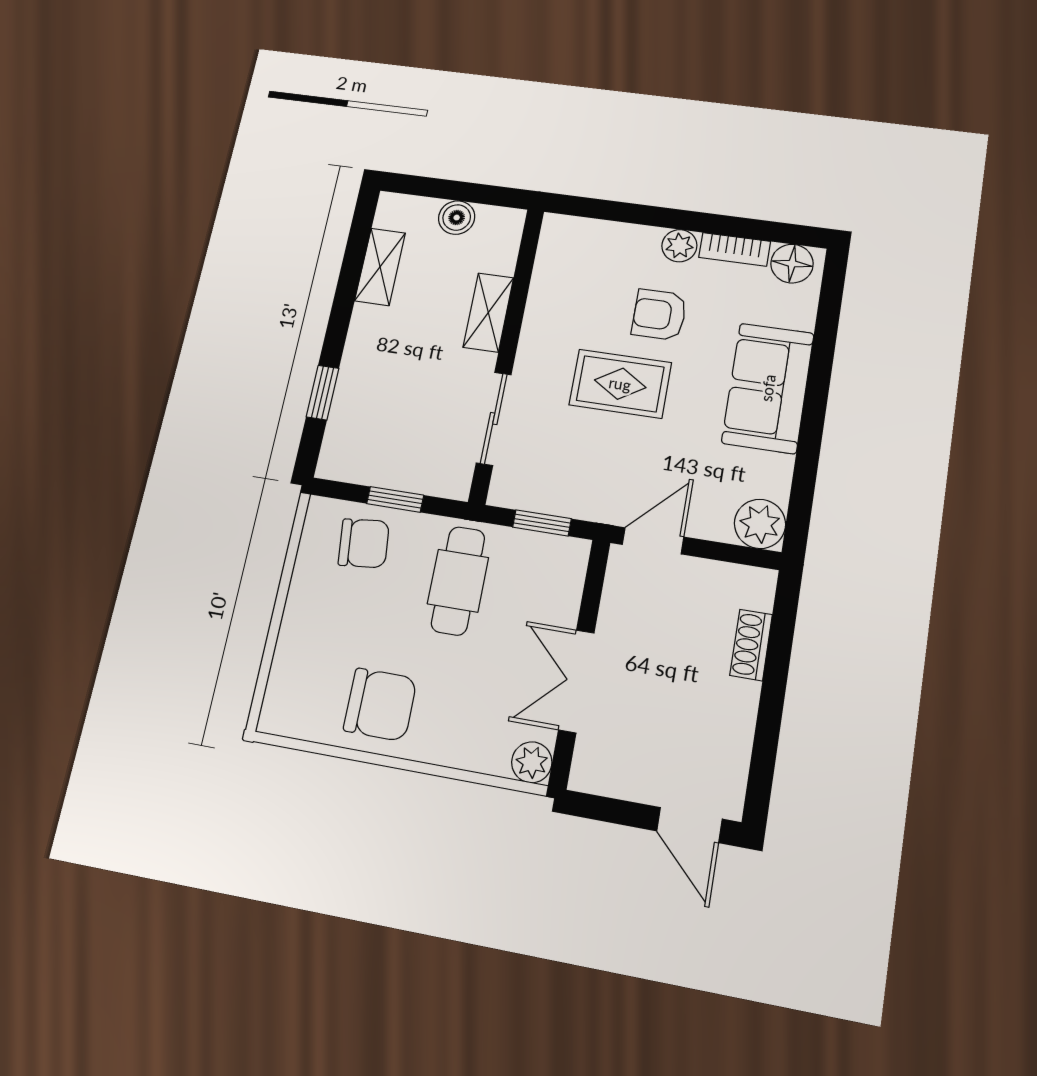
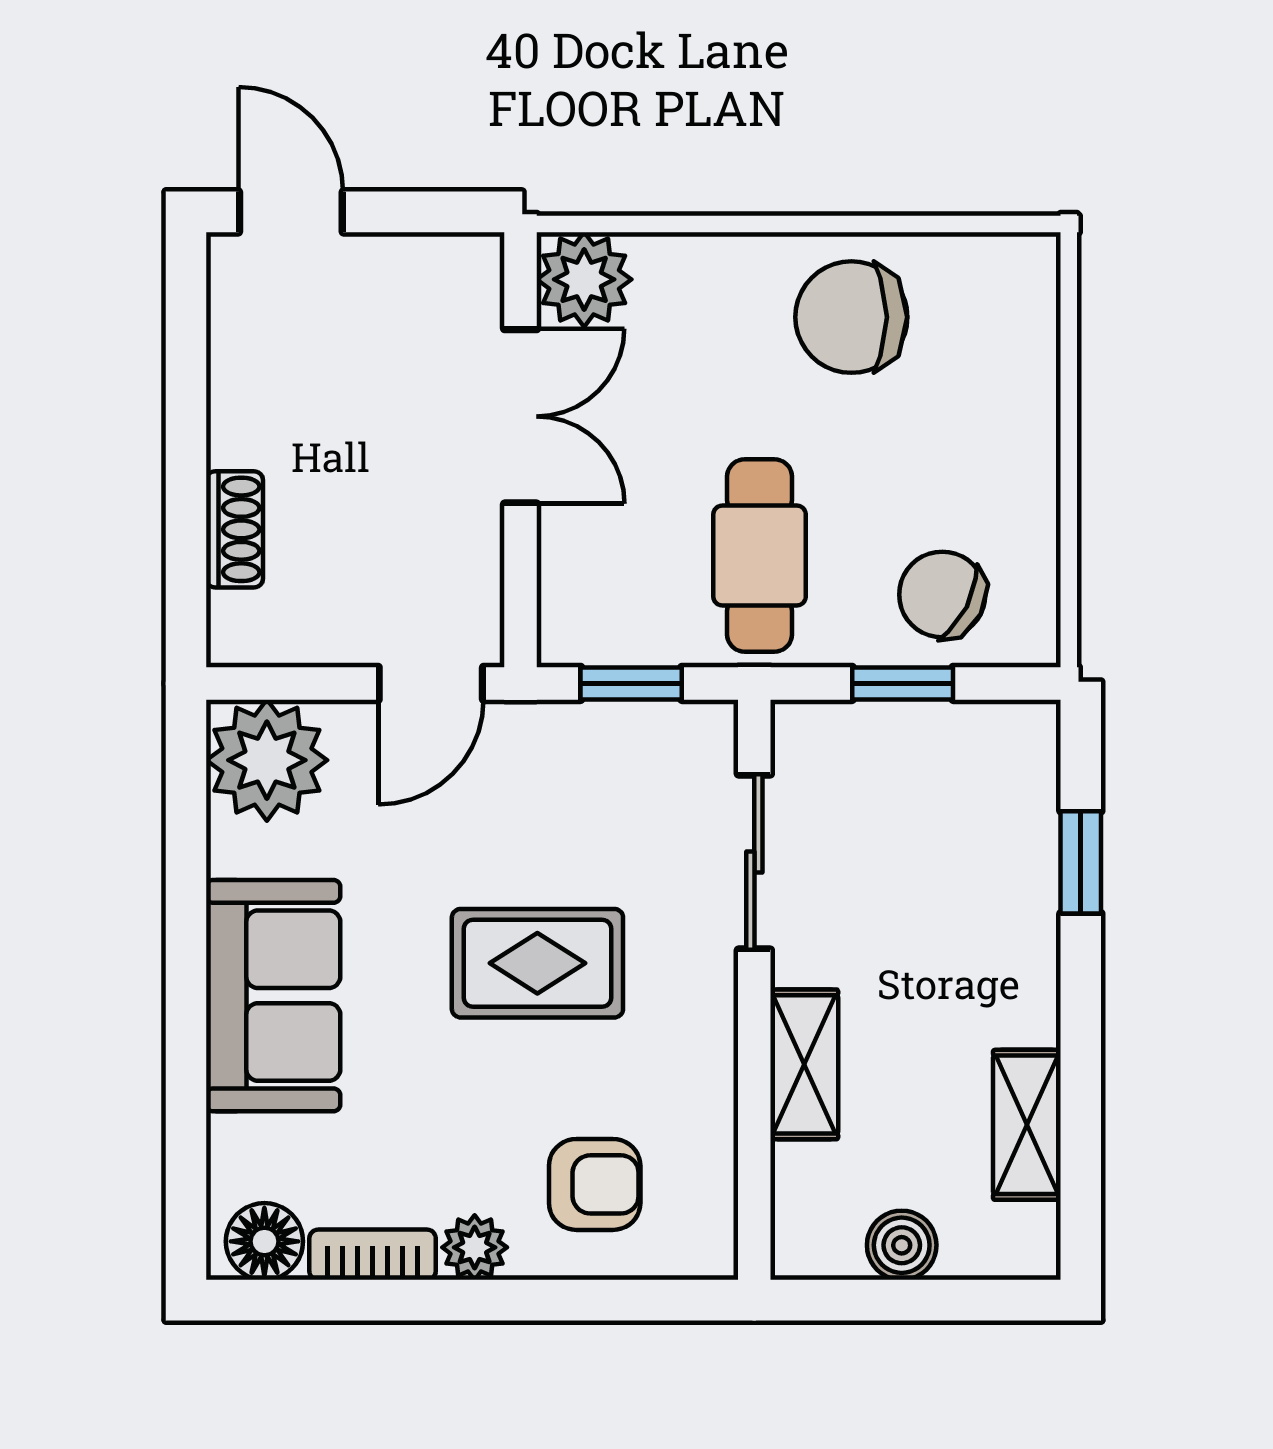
armchair: (659, 315) -> (595, 1184), moved
plant: (760, 524) -> (267, 760), width x1.36, depth x1.36
chair: (364, 543) -> (942, 595), turned 33
plant: (532, 762) -> (584, 279), width x1.38, depth x1.38

